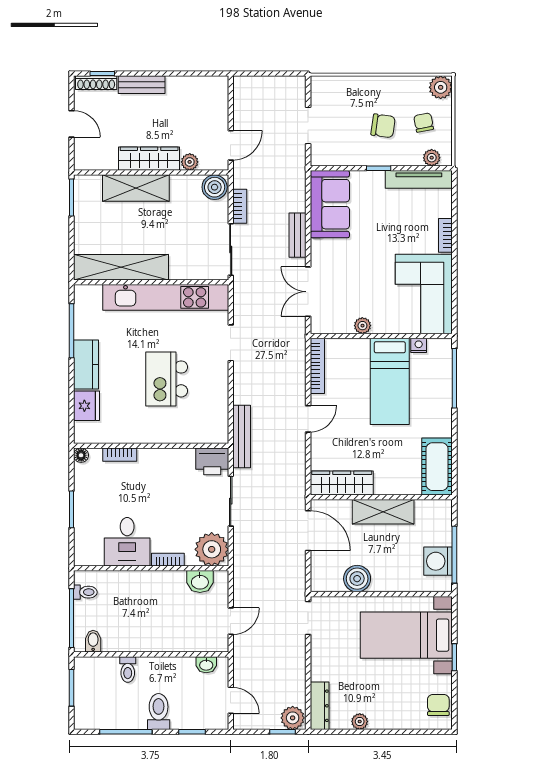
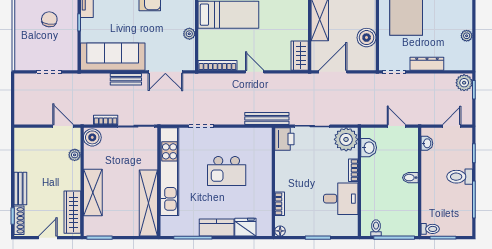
wardrobe: (149, 159) -> (72, 212), moved
sofa: (330, 204) -> (113, 57), width x1.36
wardrobe: (342, 483) -> (300, 56), width x0.67
bidet: (93, 641) -> (410, 178), moved
toilet: (128, 669) -> (430, 229), moved
dresser: (320, 706) -> (427, 64), moved

